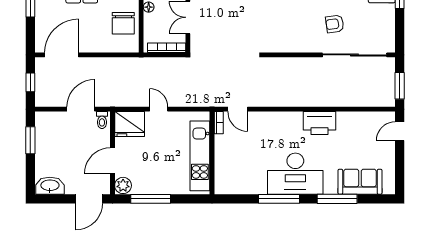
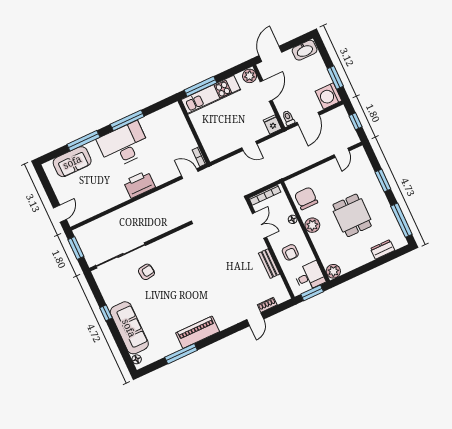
door: (62, 55) -> (342, 153), width x0.53
printer: (320, 123) -> (139, 184), moved
washing machine: (47, 124) -> (329, 96), added
fridge: (130, 124) -> (272, 125), width x0.53, depth x0.75
kitchen unit: (200, 156) -> (211, 95), moved, turned 90
window: (151, 199) -> (200, 86), moved

